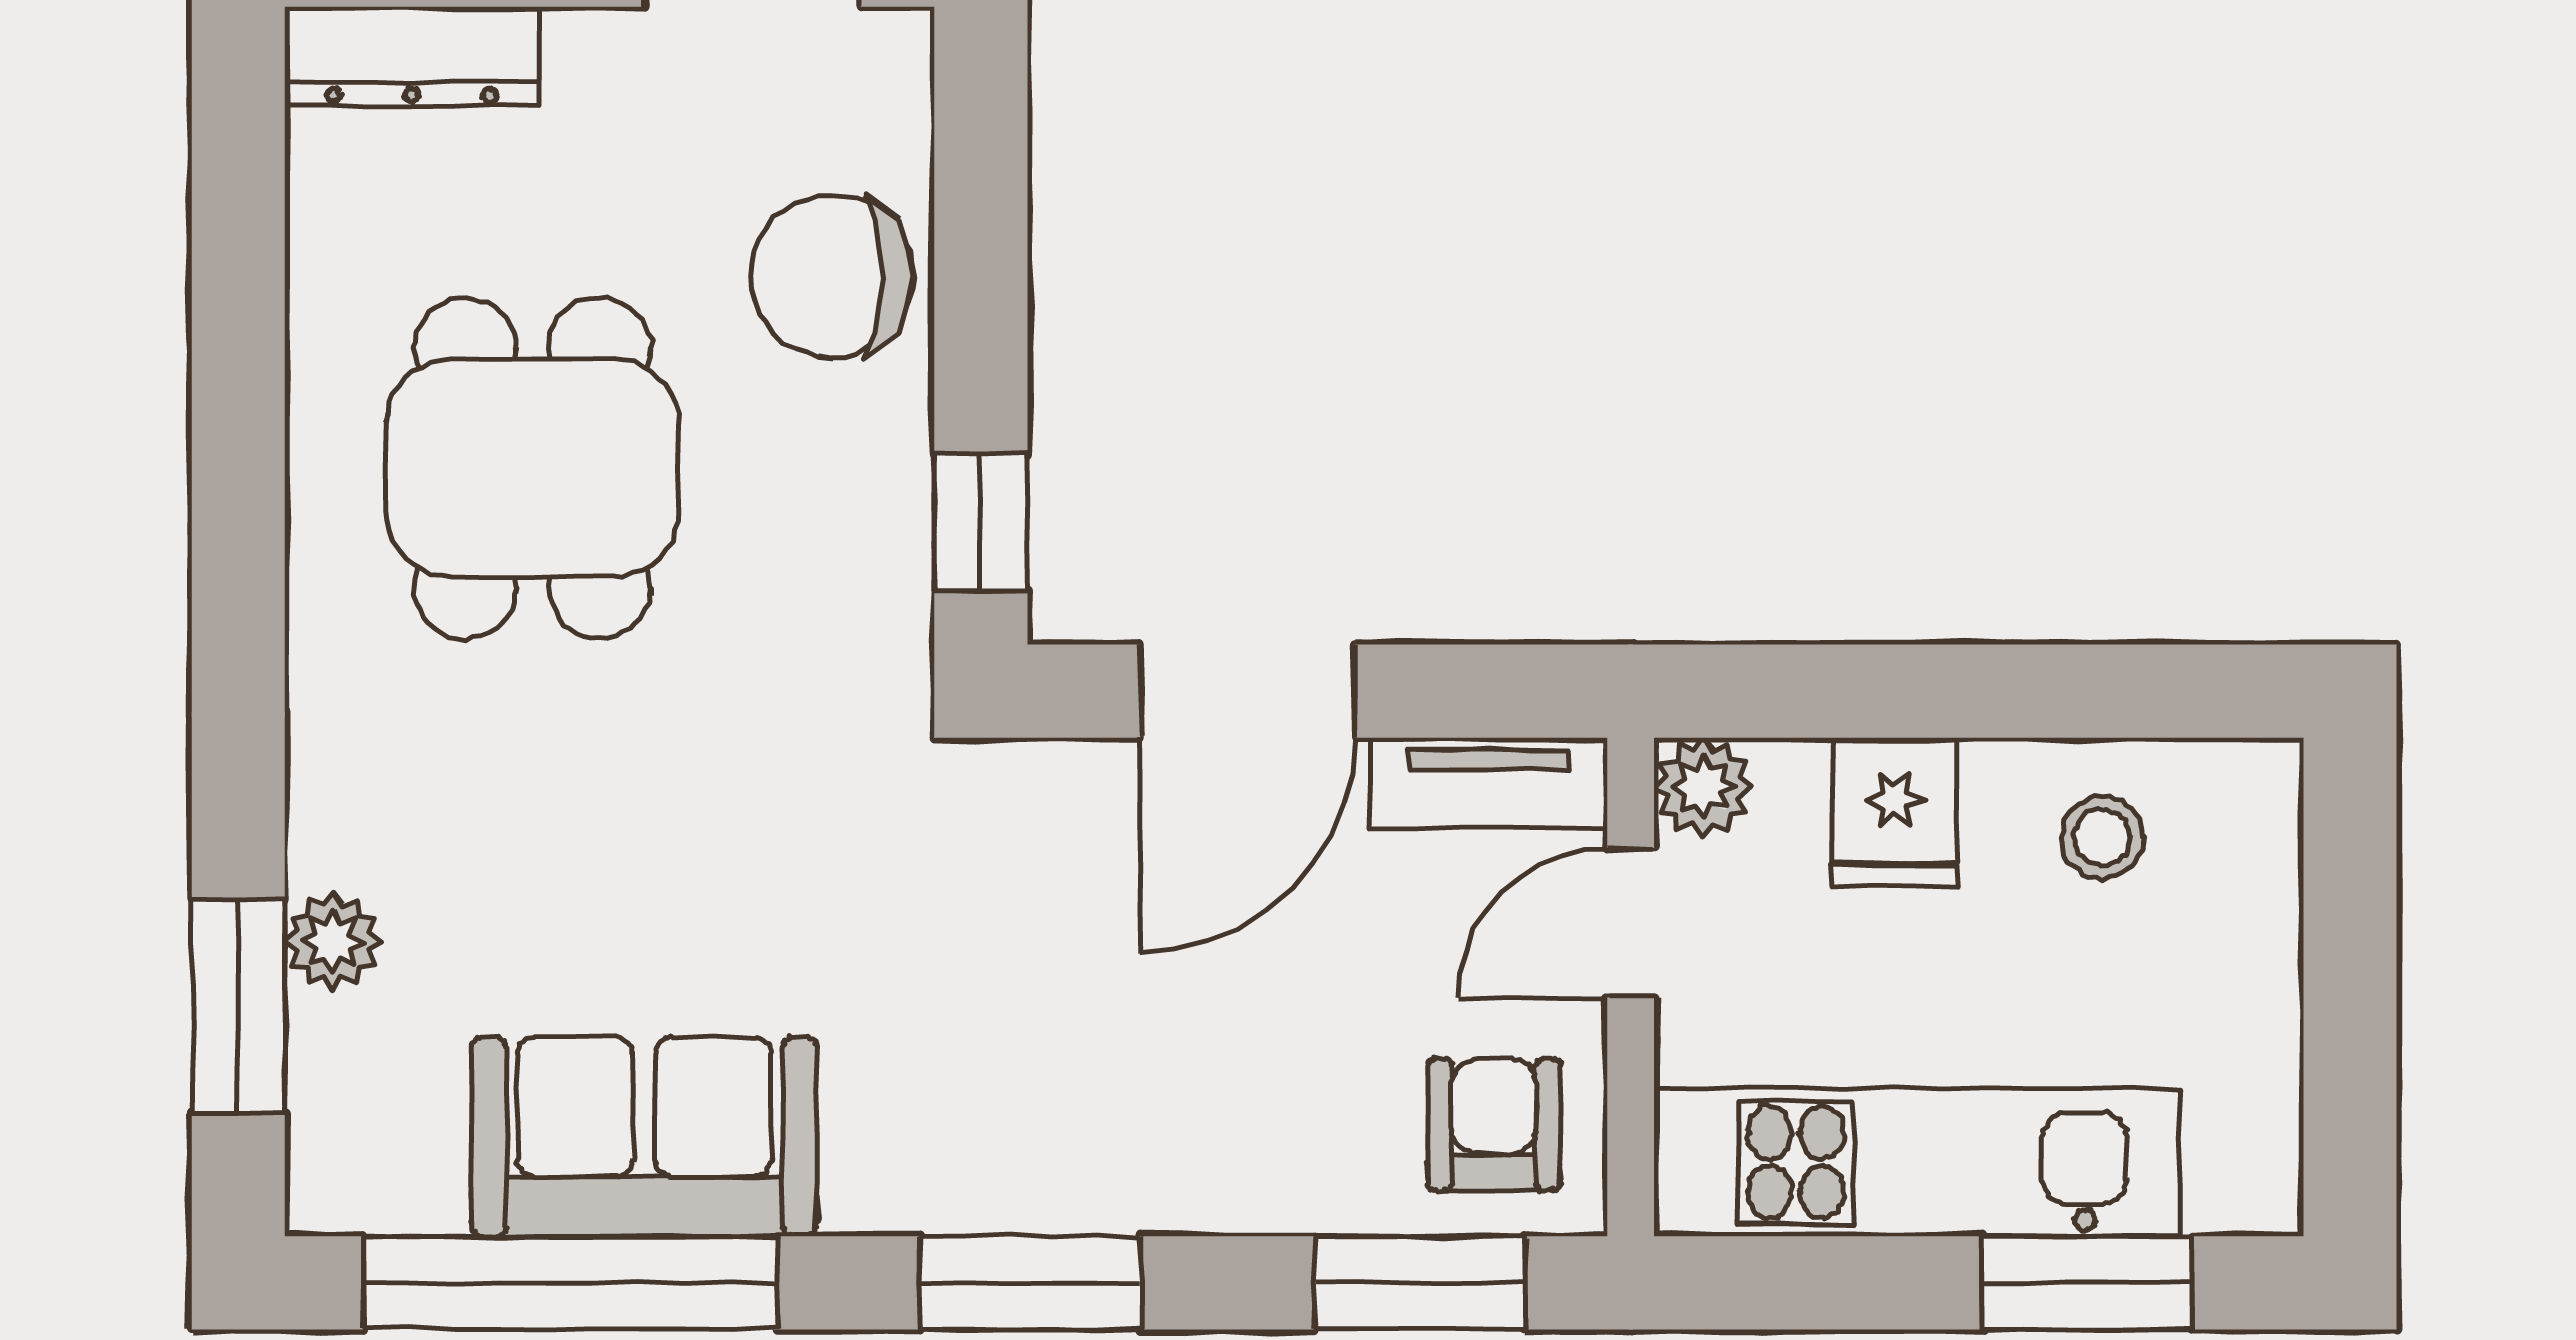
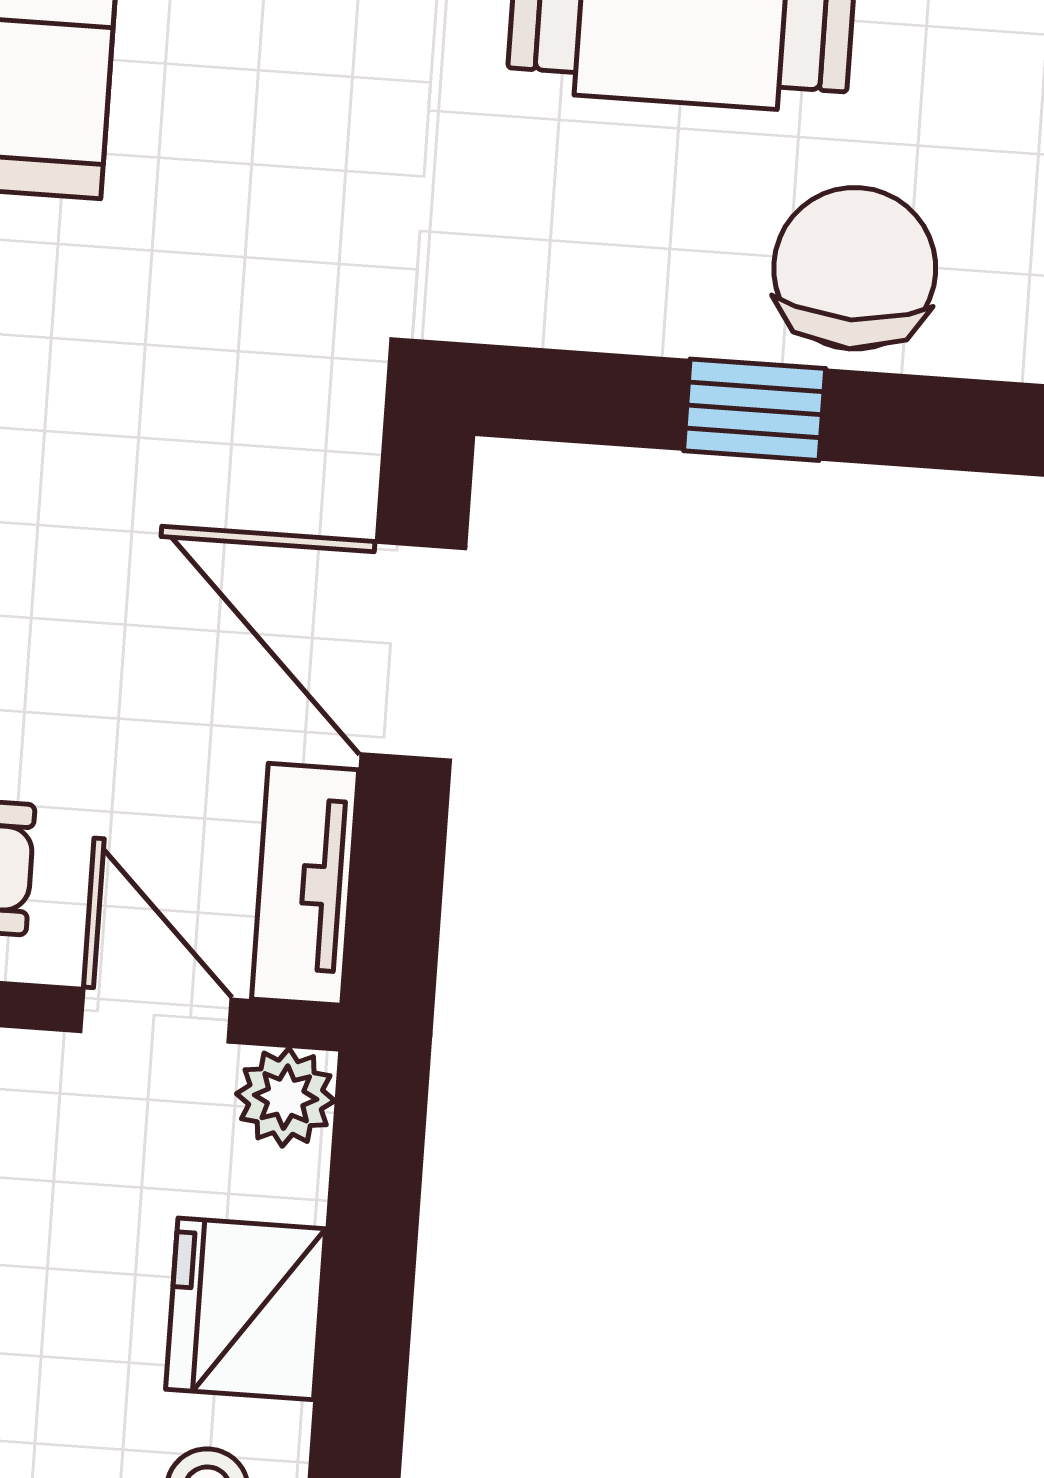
window: (981, 523) -> (755, 410), moved
fridge: (1894, 812) -> (246, 1309), width x1.38

